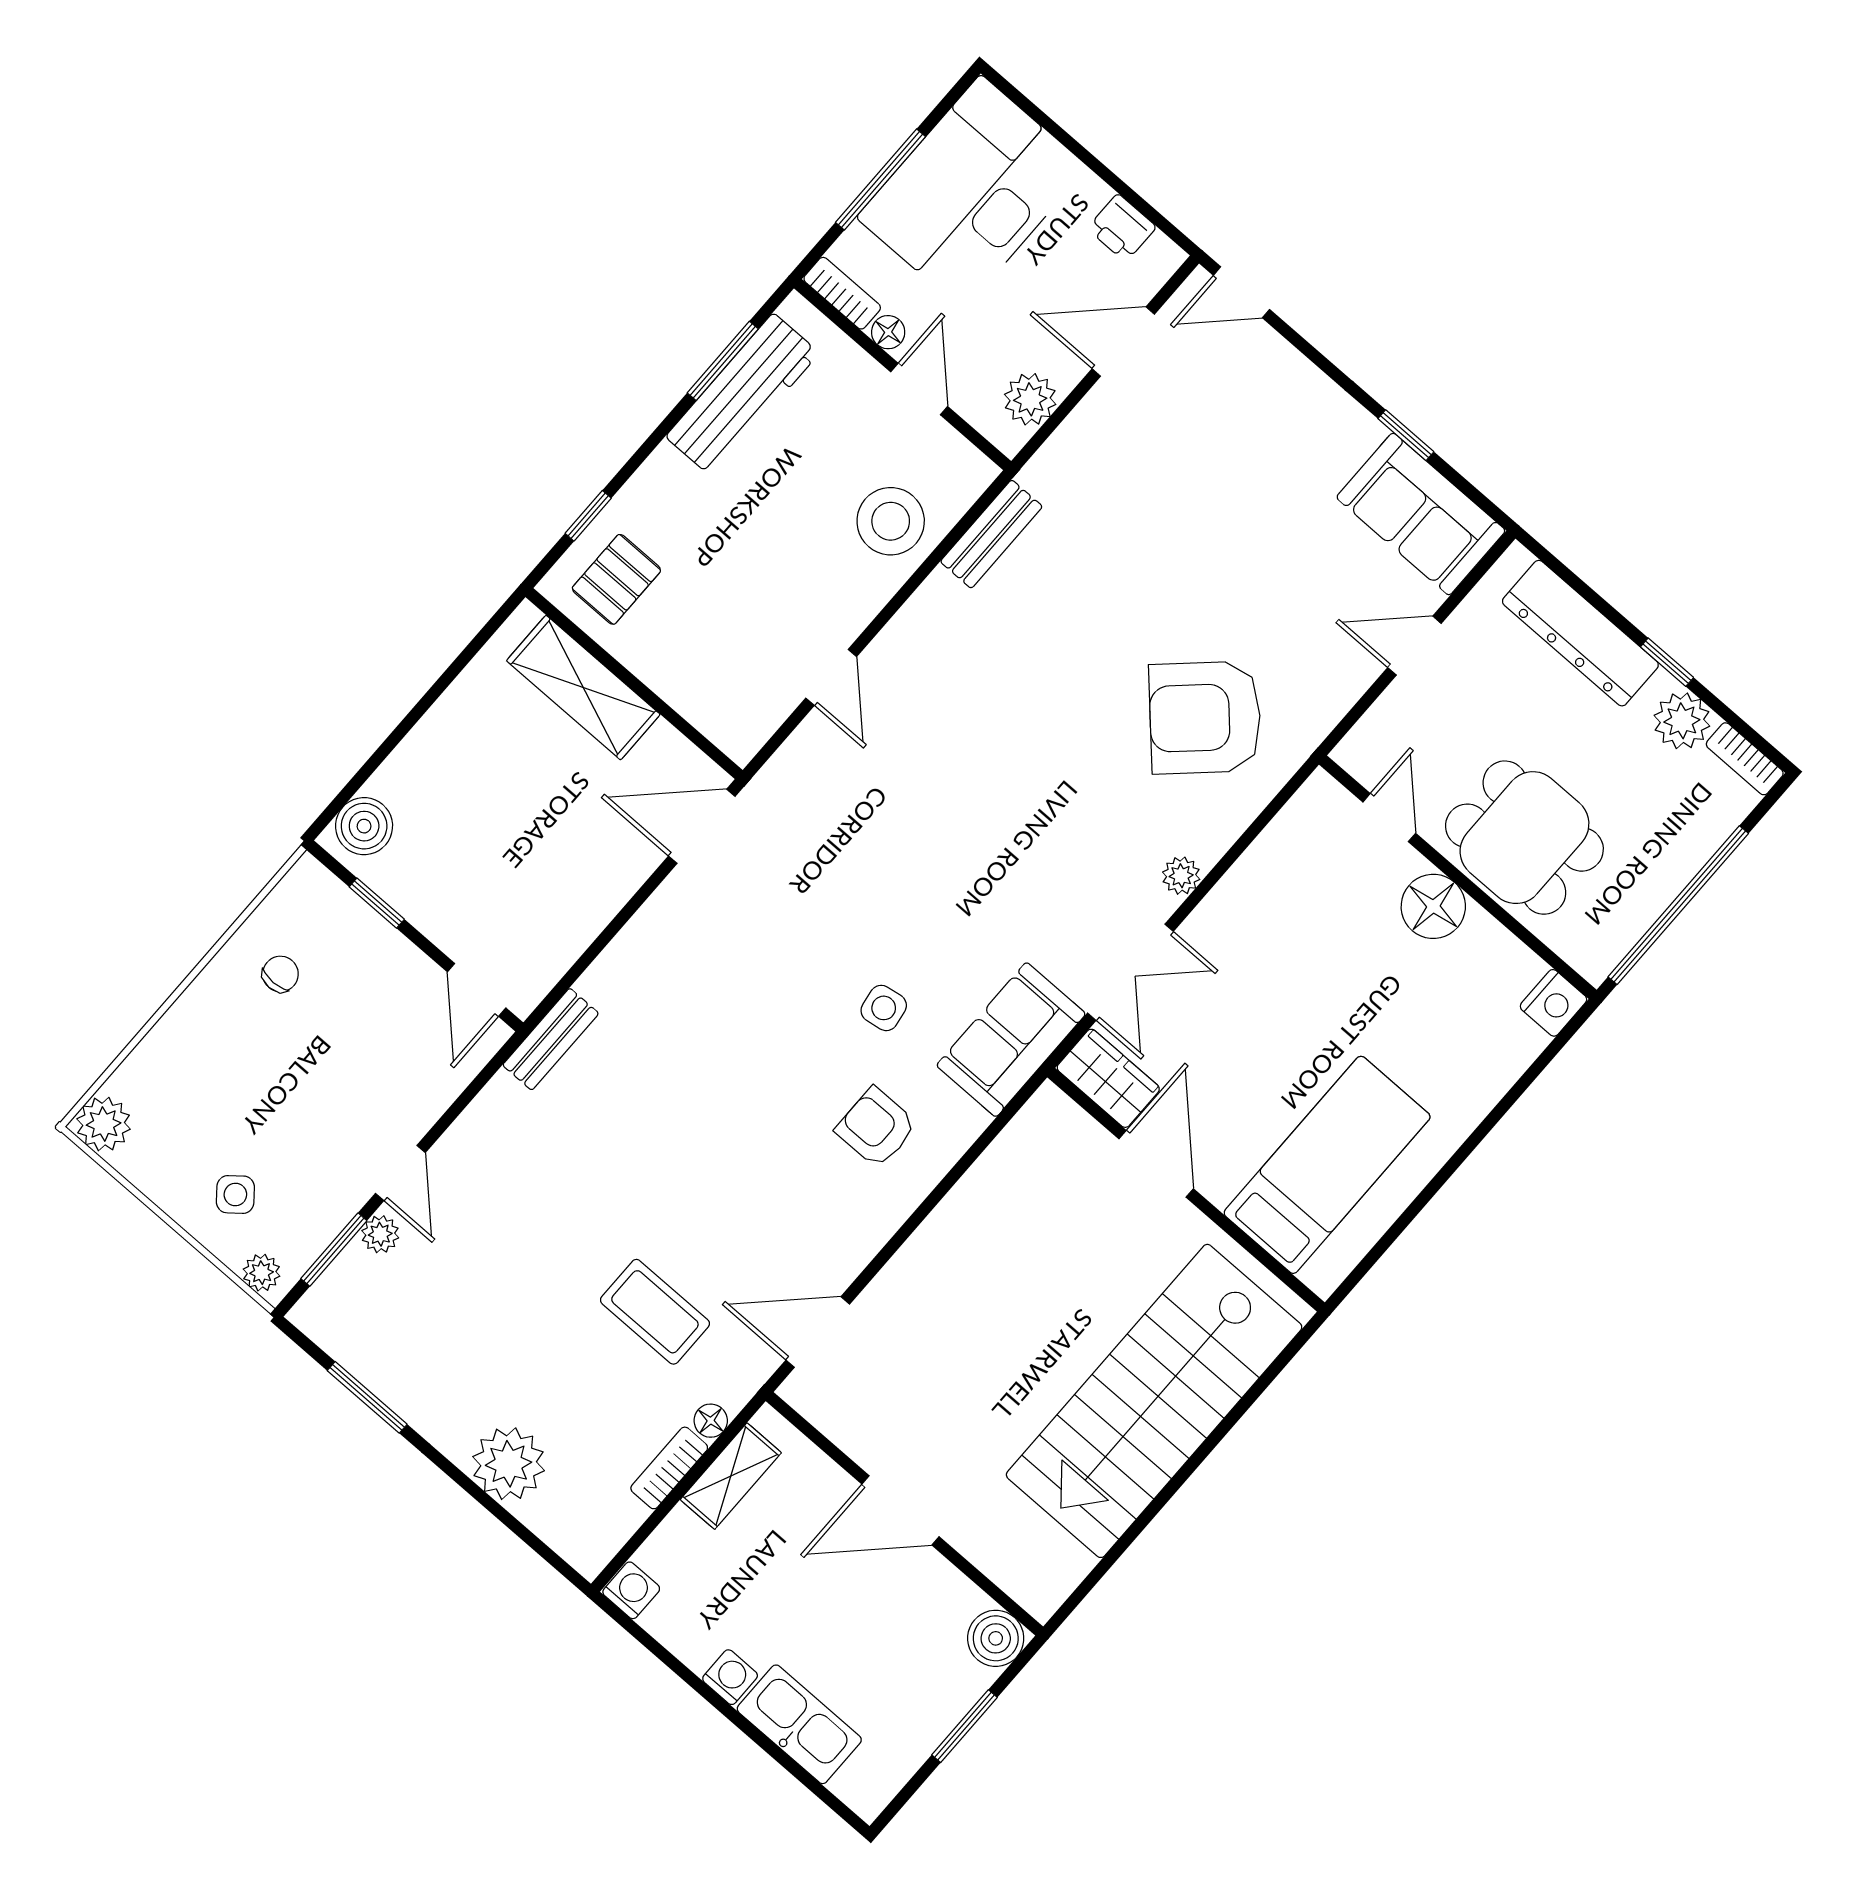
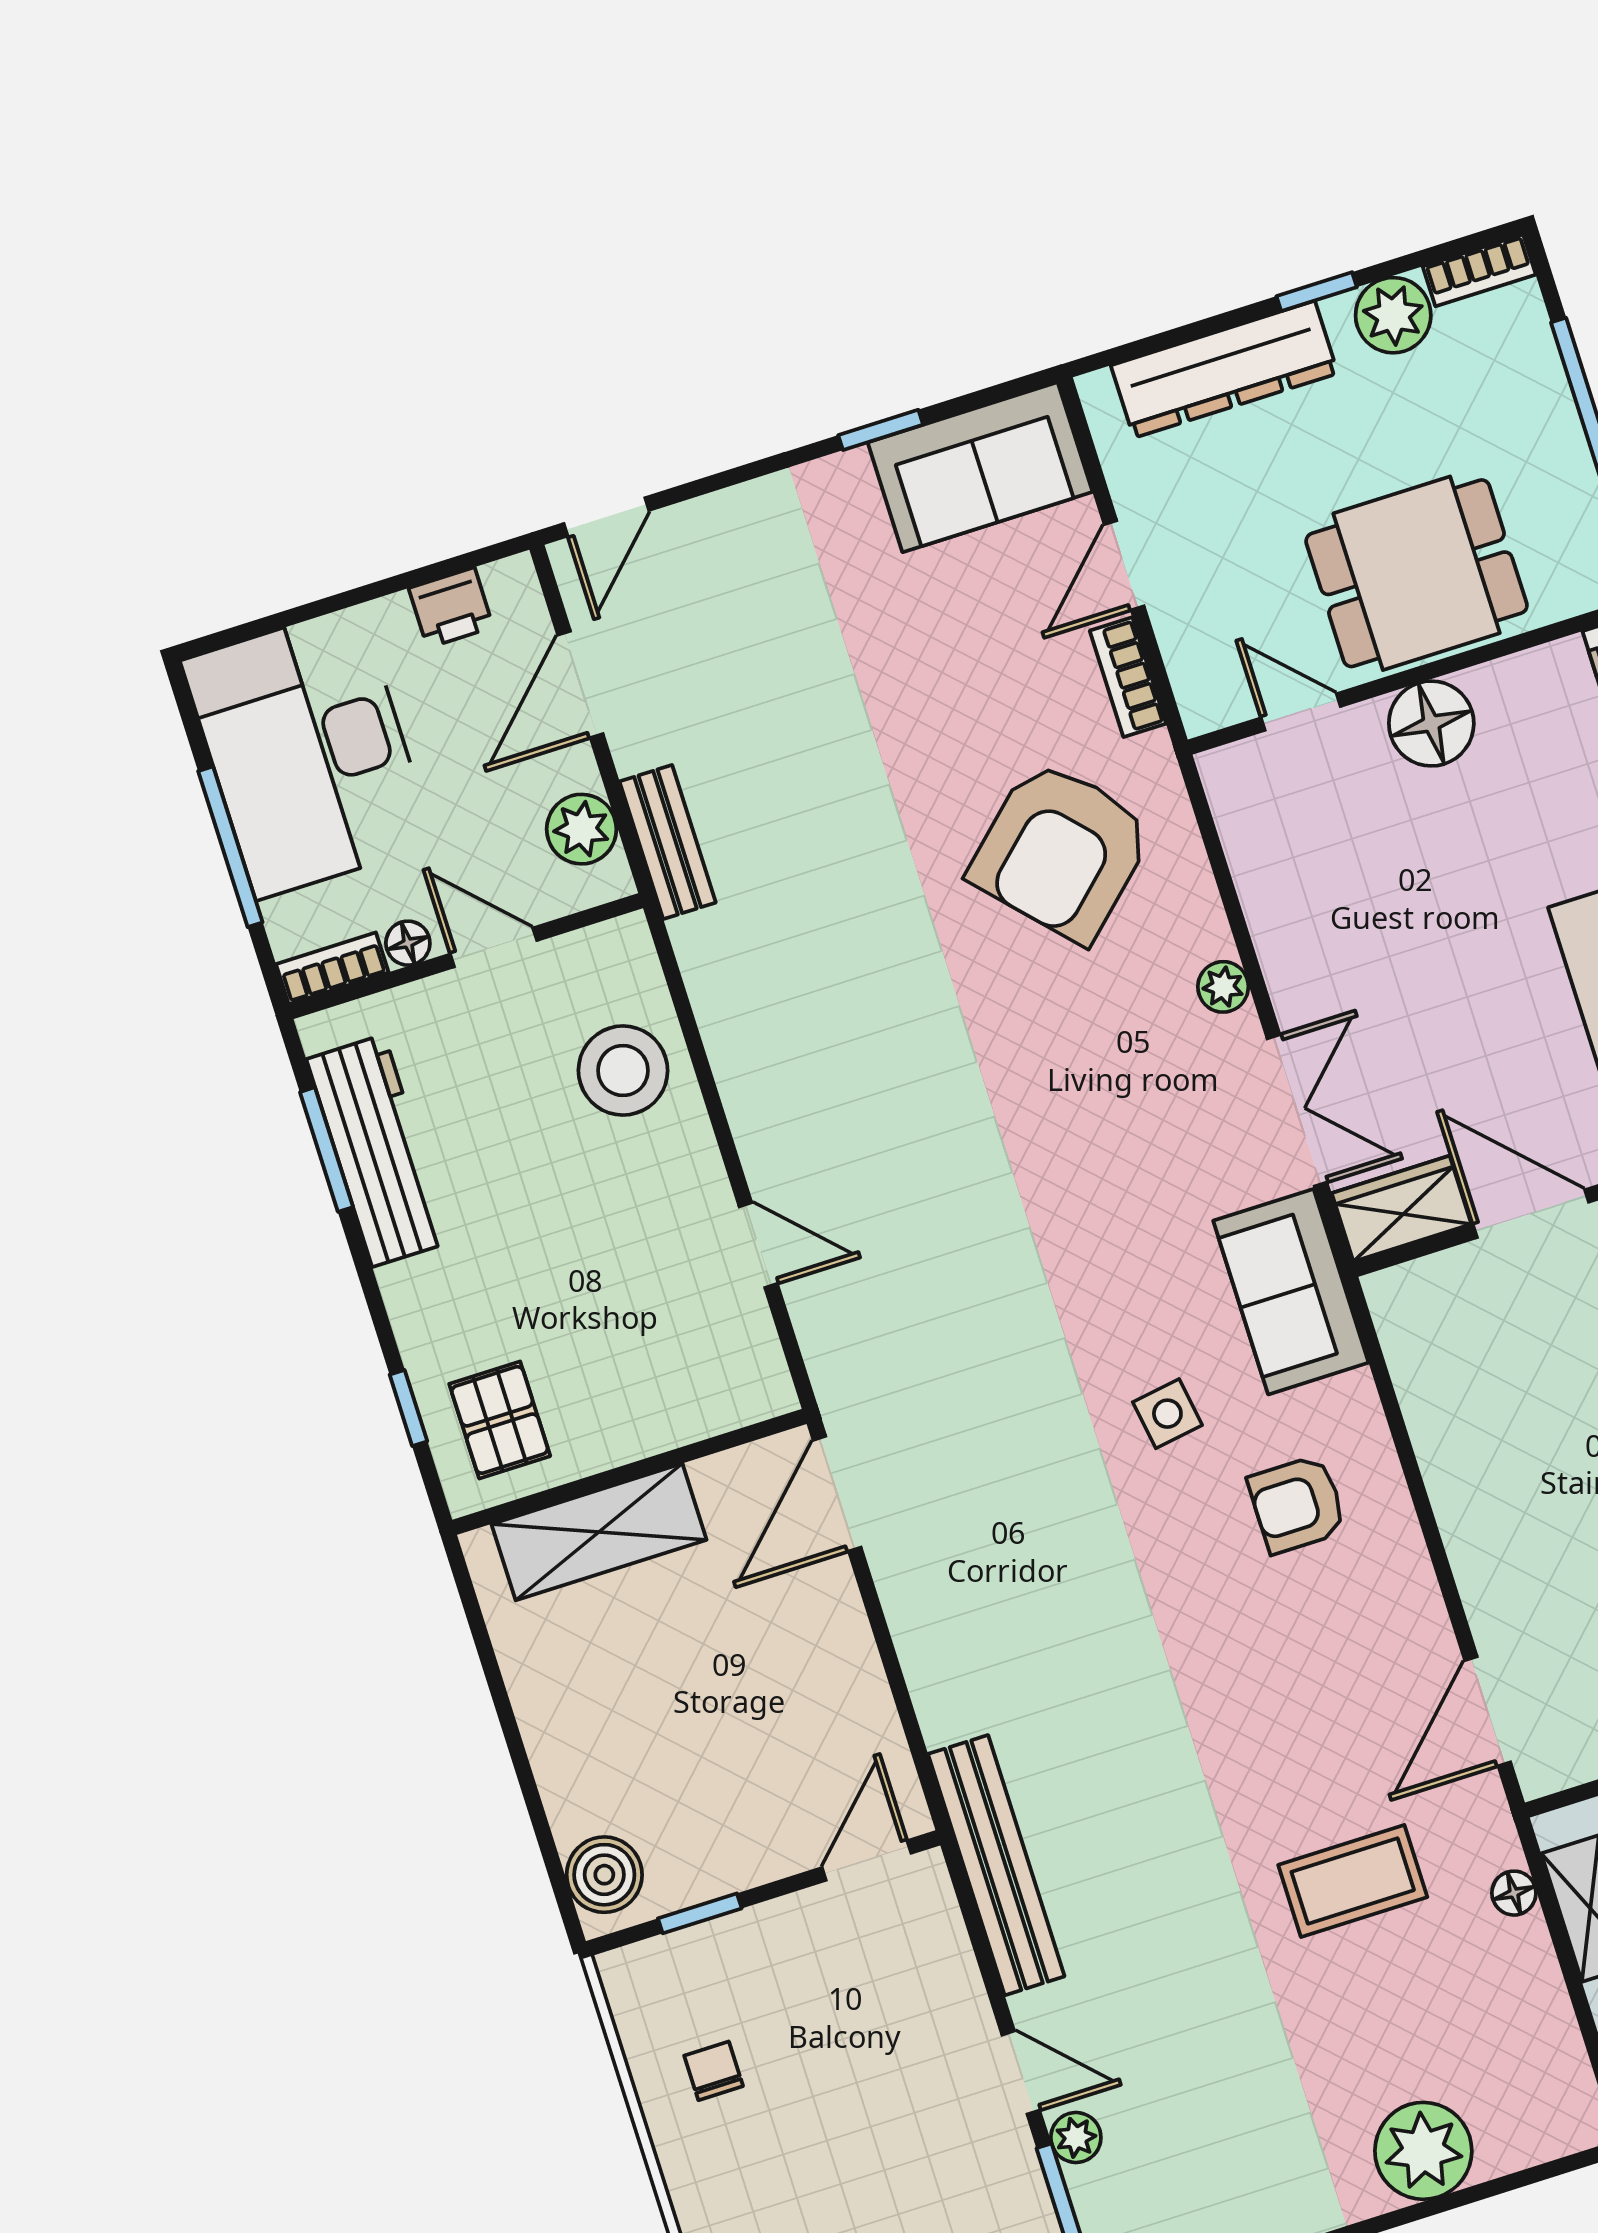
bench: (991, 534) -> (668, 842), moved
door: (477, 990) -> (867, 1860), swing flipped
bench: (551, 1039) -> (996, 1865), width x1.86, depth x1.21
bookcase: (669, 1468) -> (1128, 677), moved

